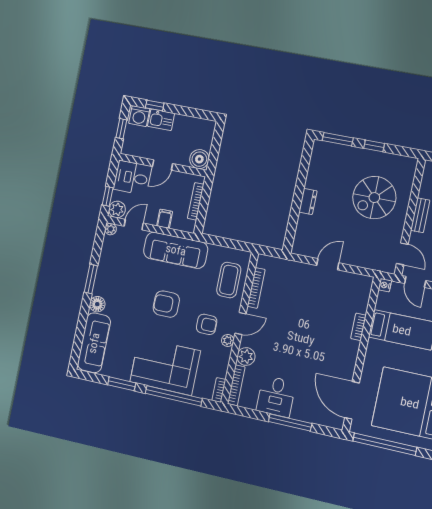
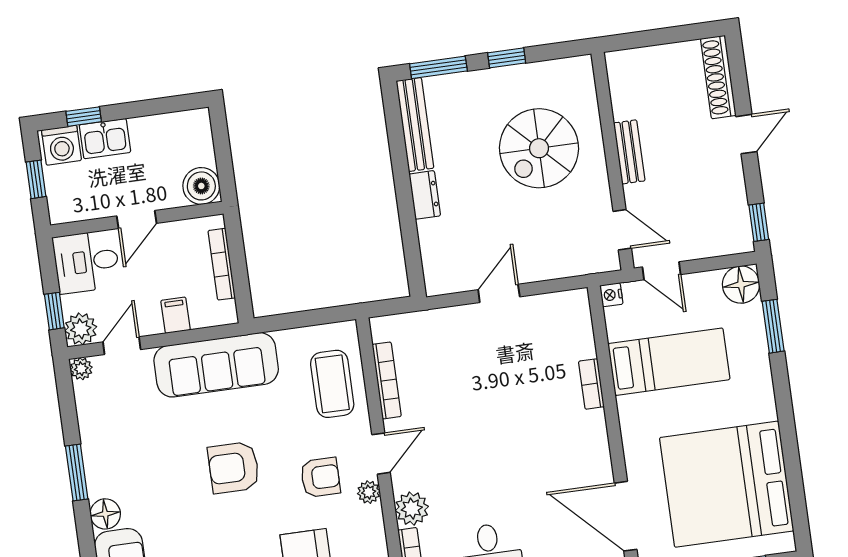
bench: (316, 164) -> (415, 124), added

